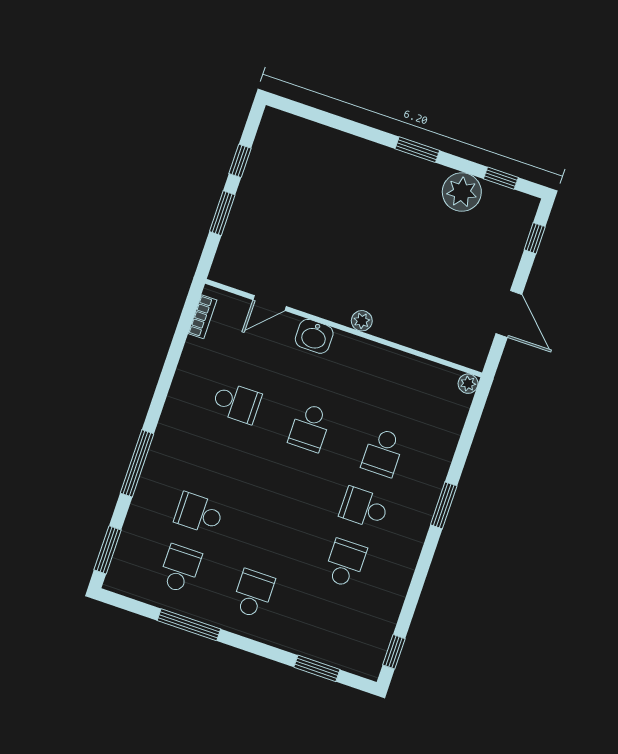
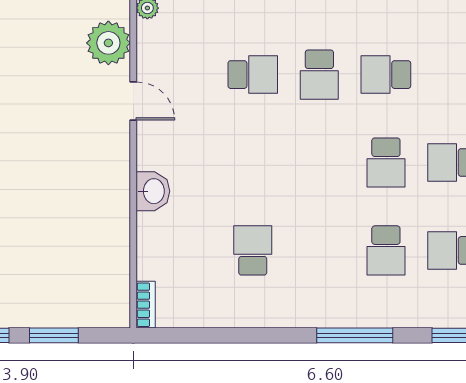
door: (270, 303) -> (133, 101), moved
bookcase: (202, 317) -> (146, 305), moved, turned 90
plant: (362, 321) -> (108, 43), moved, width x1.88, depth x1.88
school desk: (310, 428) -> (386, 163), moved, turned 90

